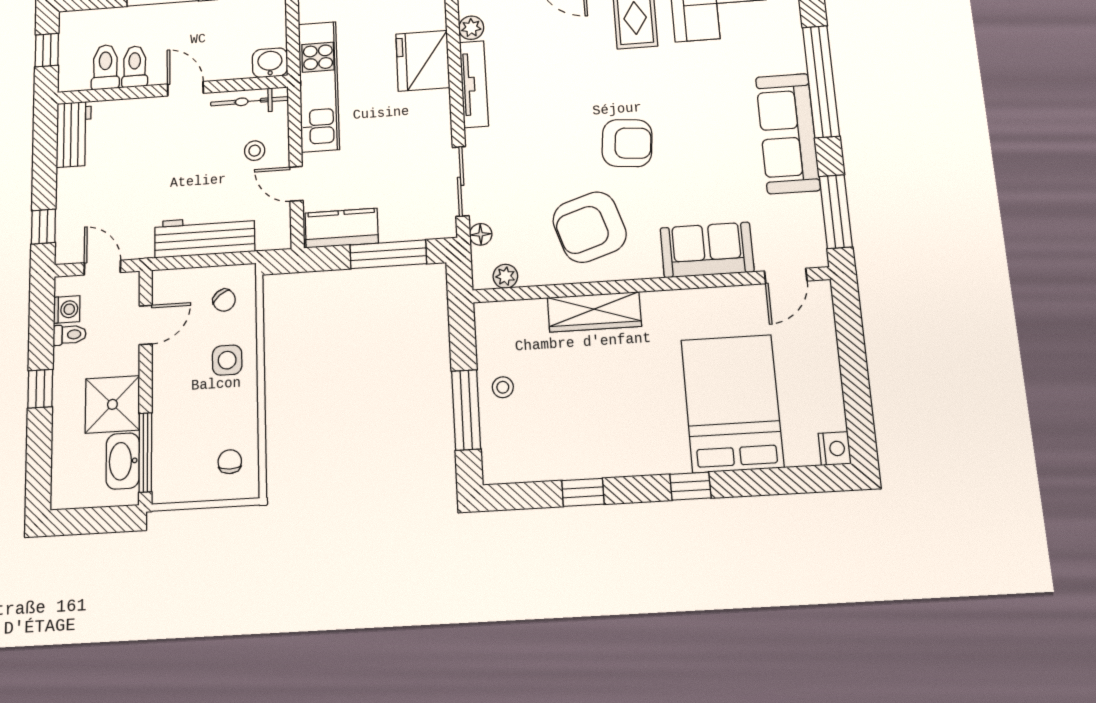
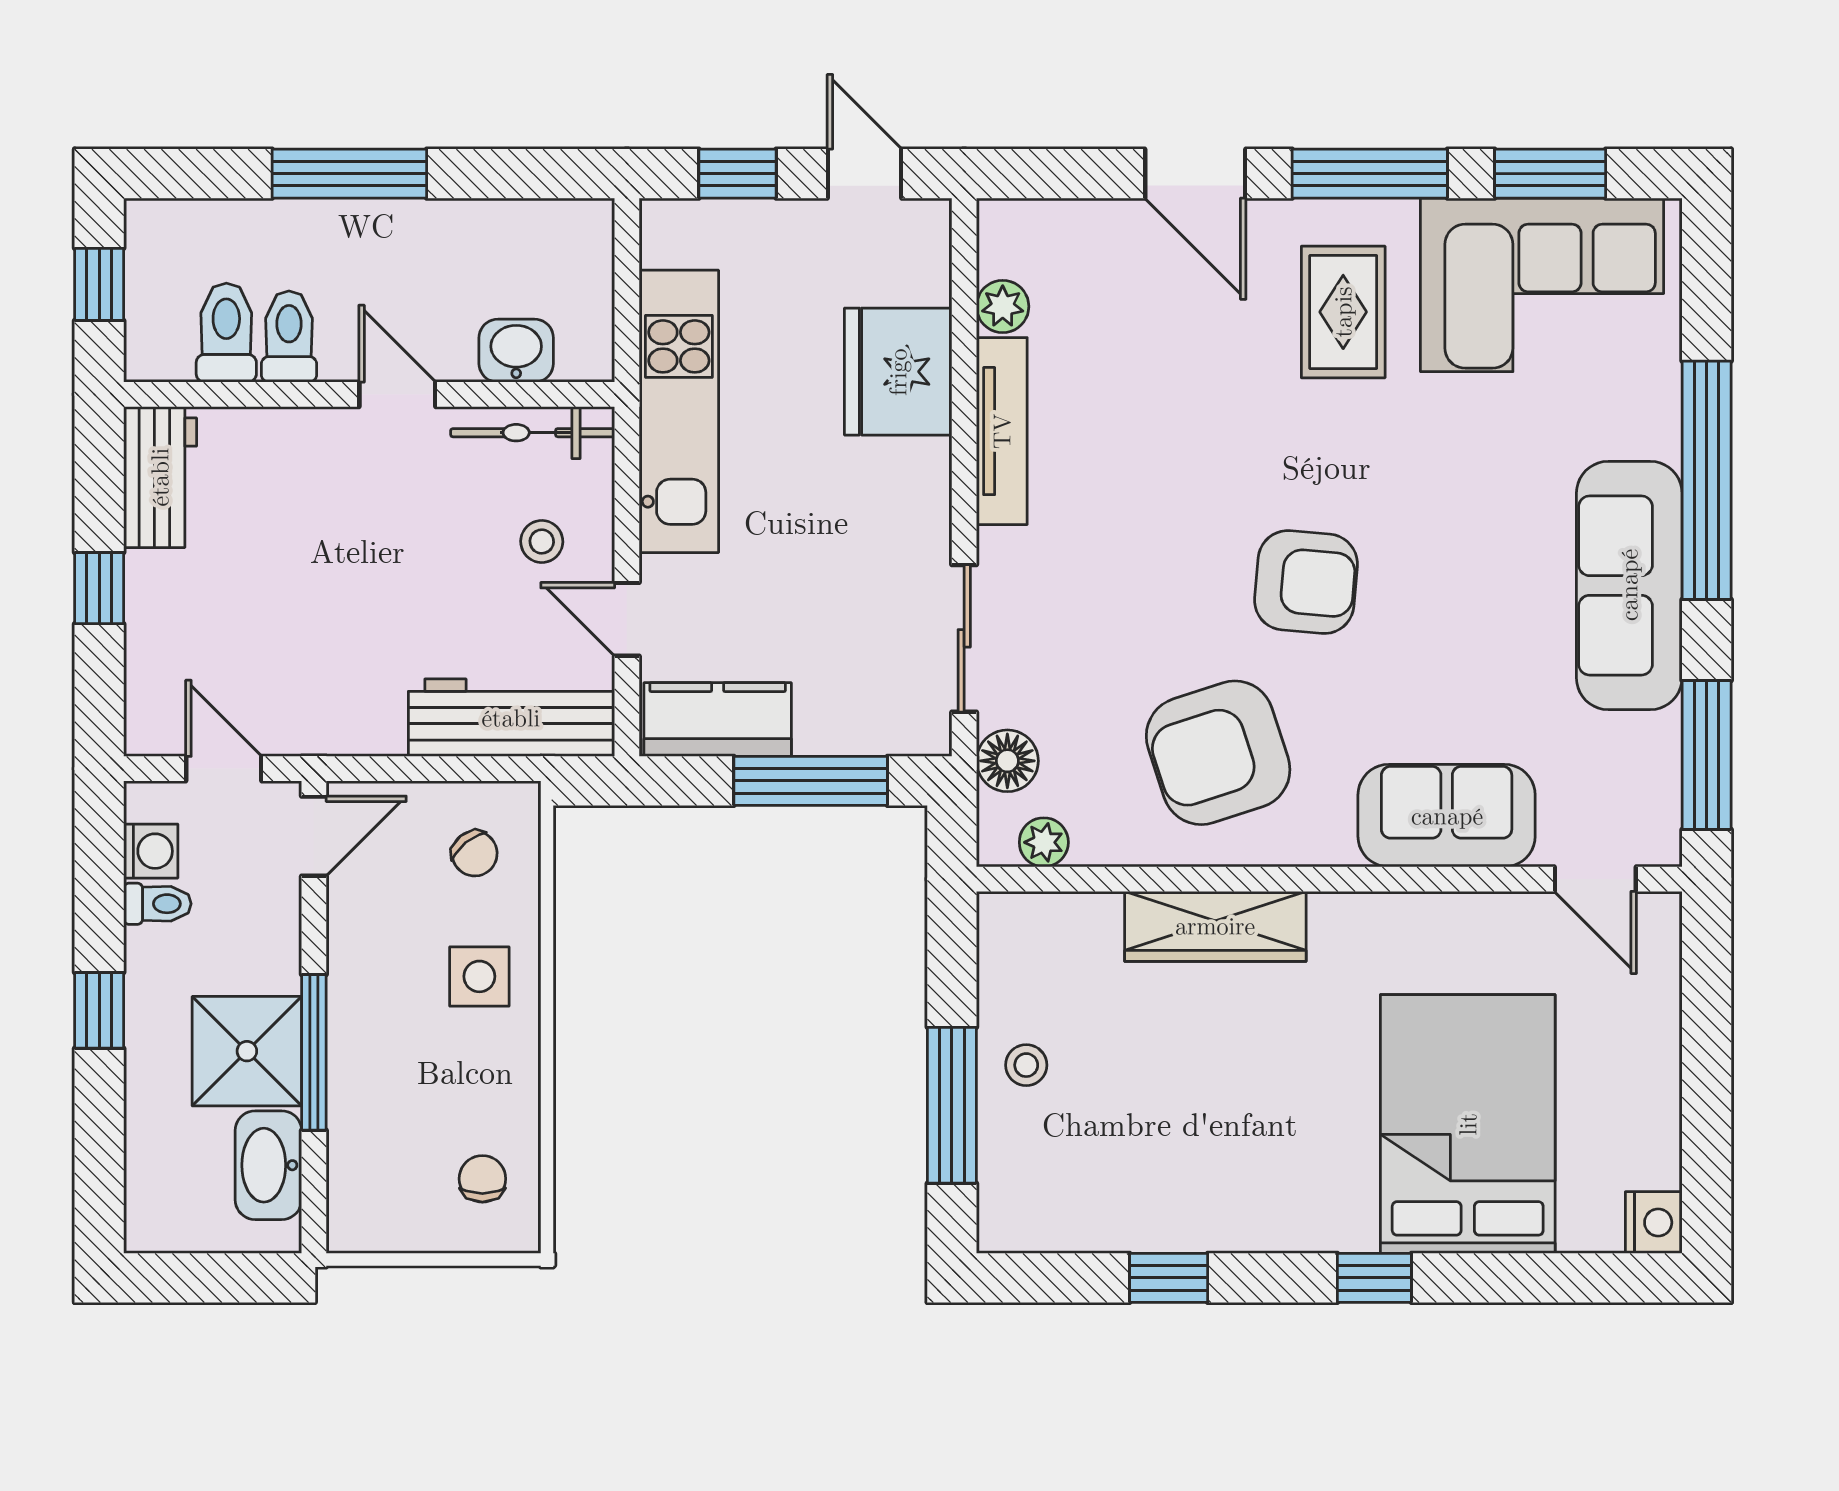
washbasin: (270, 63) -> (516, 351), moved
window: (43, 227) -> (99, 588), moved
floor lamp: (481, 234) -> (1007, 761), width x1.37, depth x1.37
workbench: (205, 236) -> (511, 718), moved
door: (786, 276) -> (1595, 879), hinge flipped
door: (146, 325) -> (314, 836), moved
window: (145, 452) -> (314, 1052), moved

